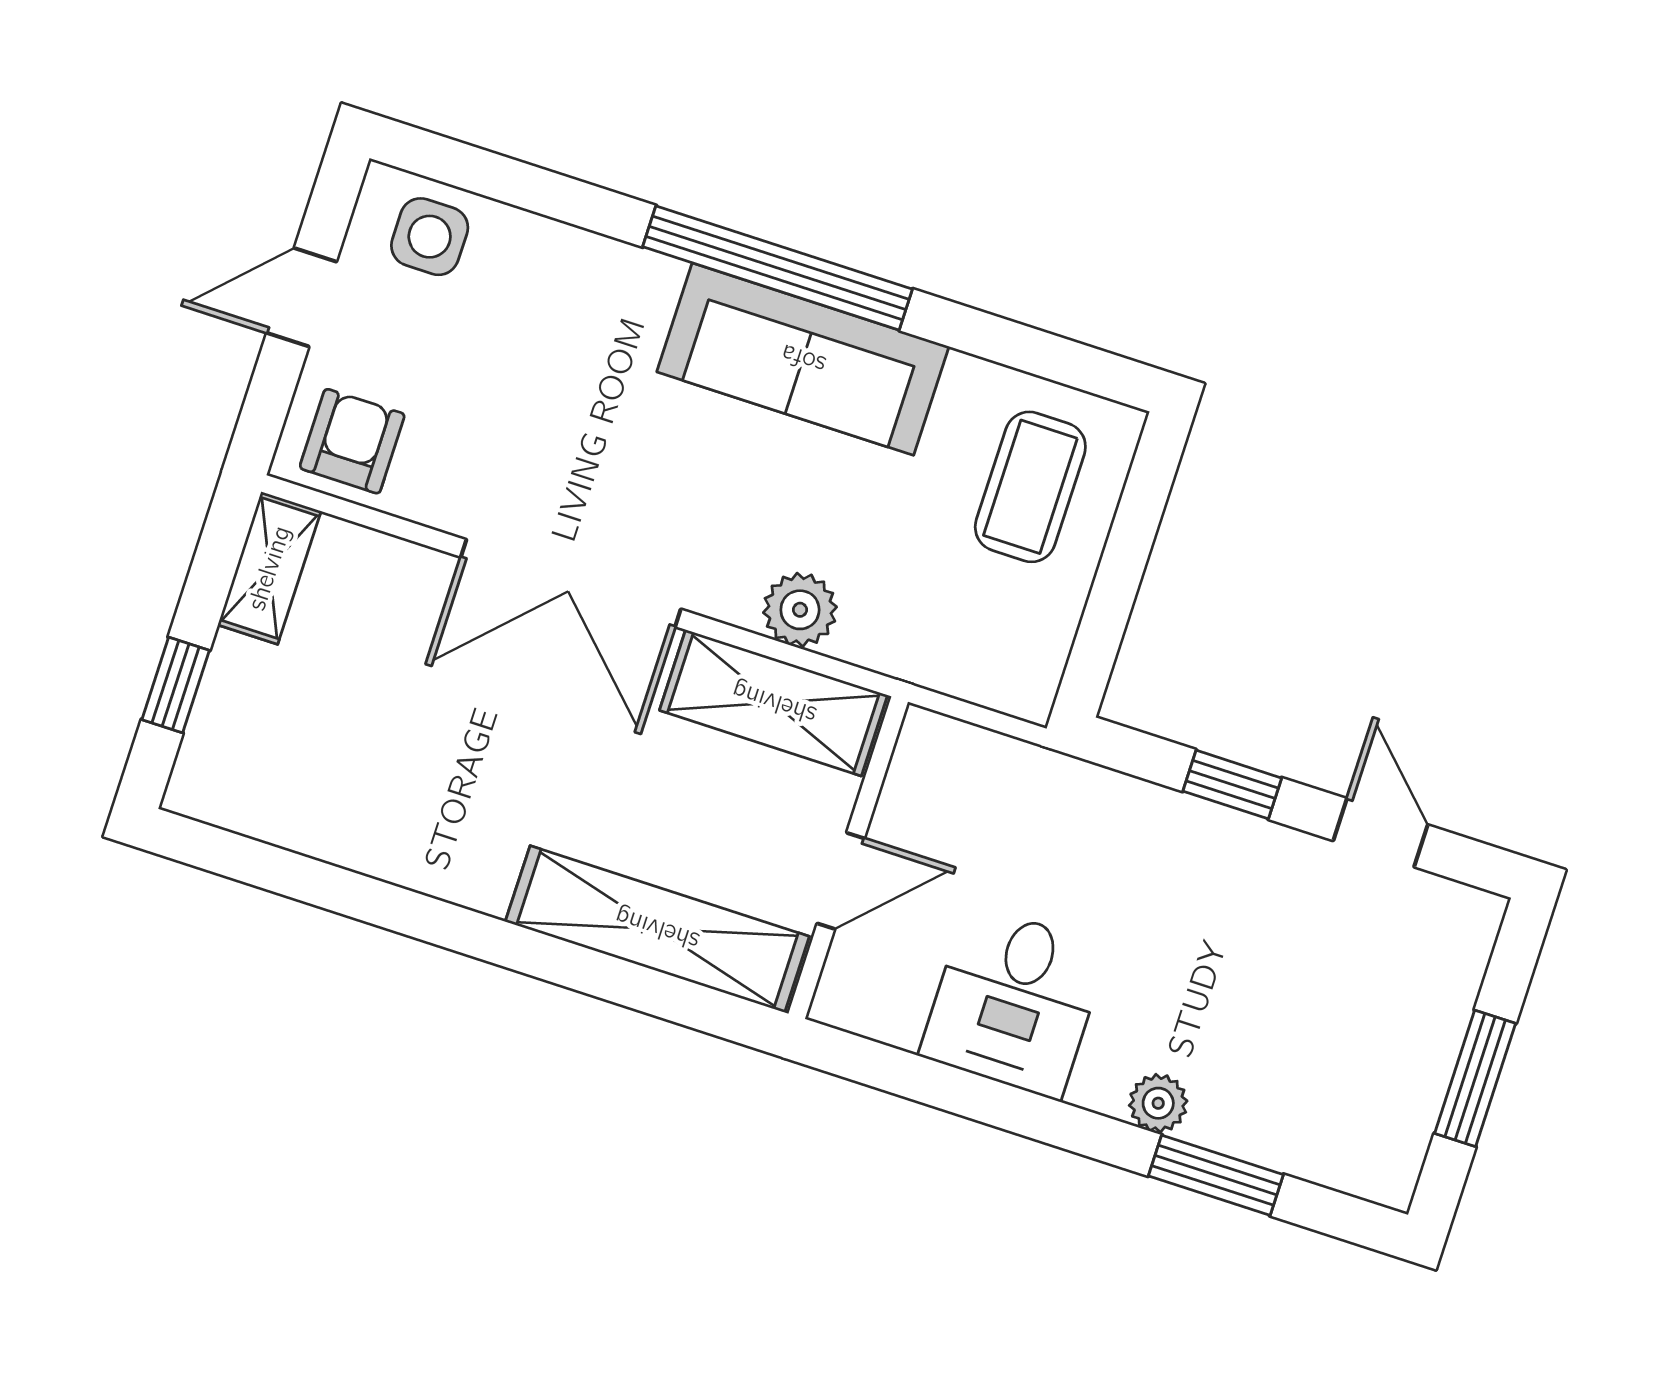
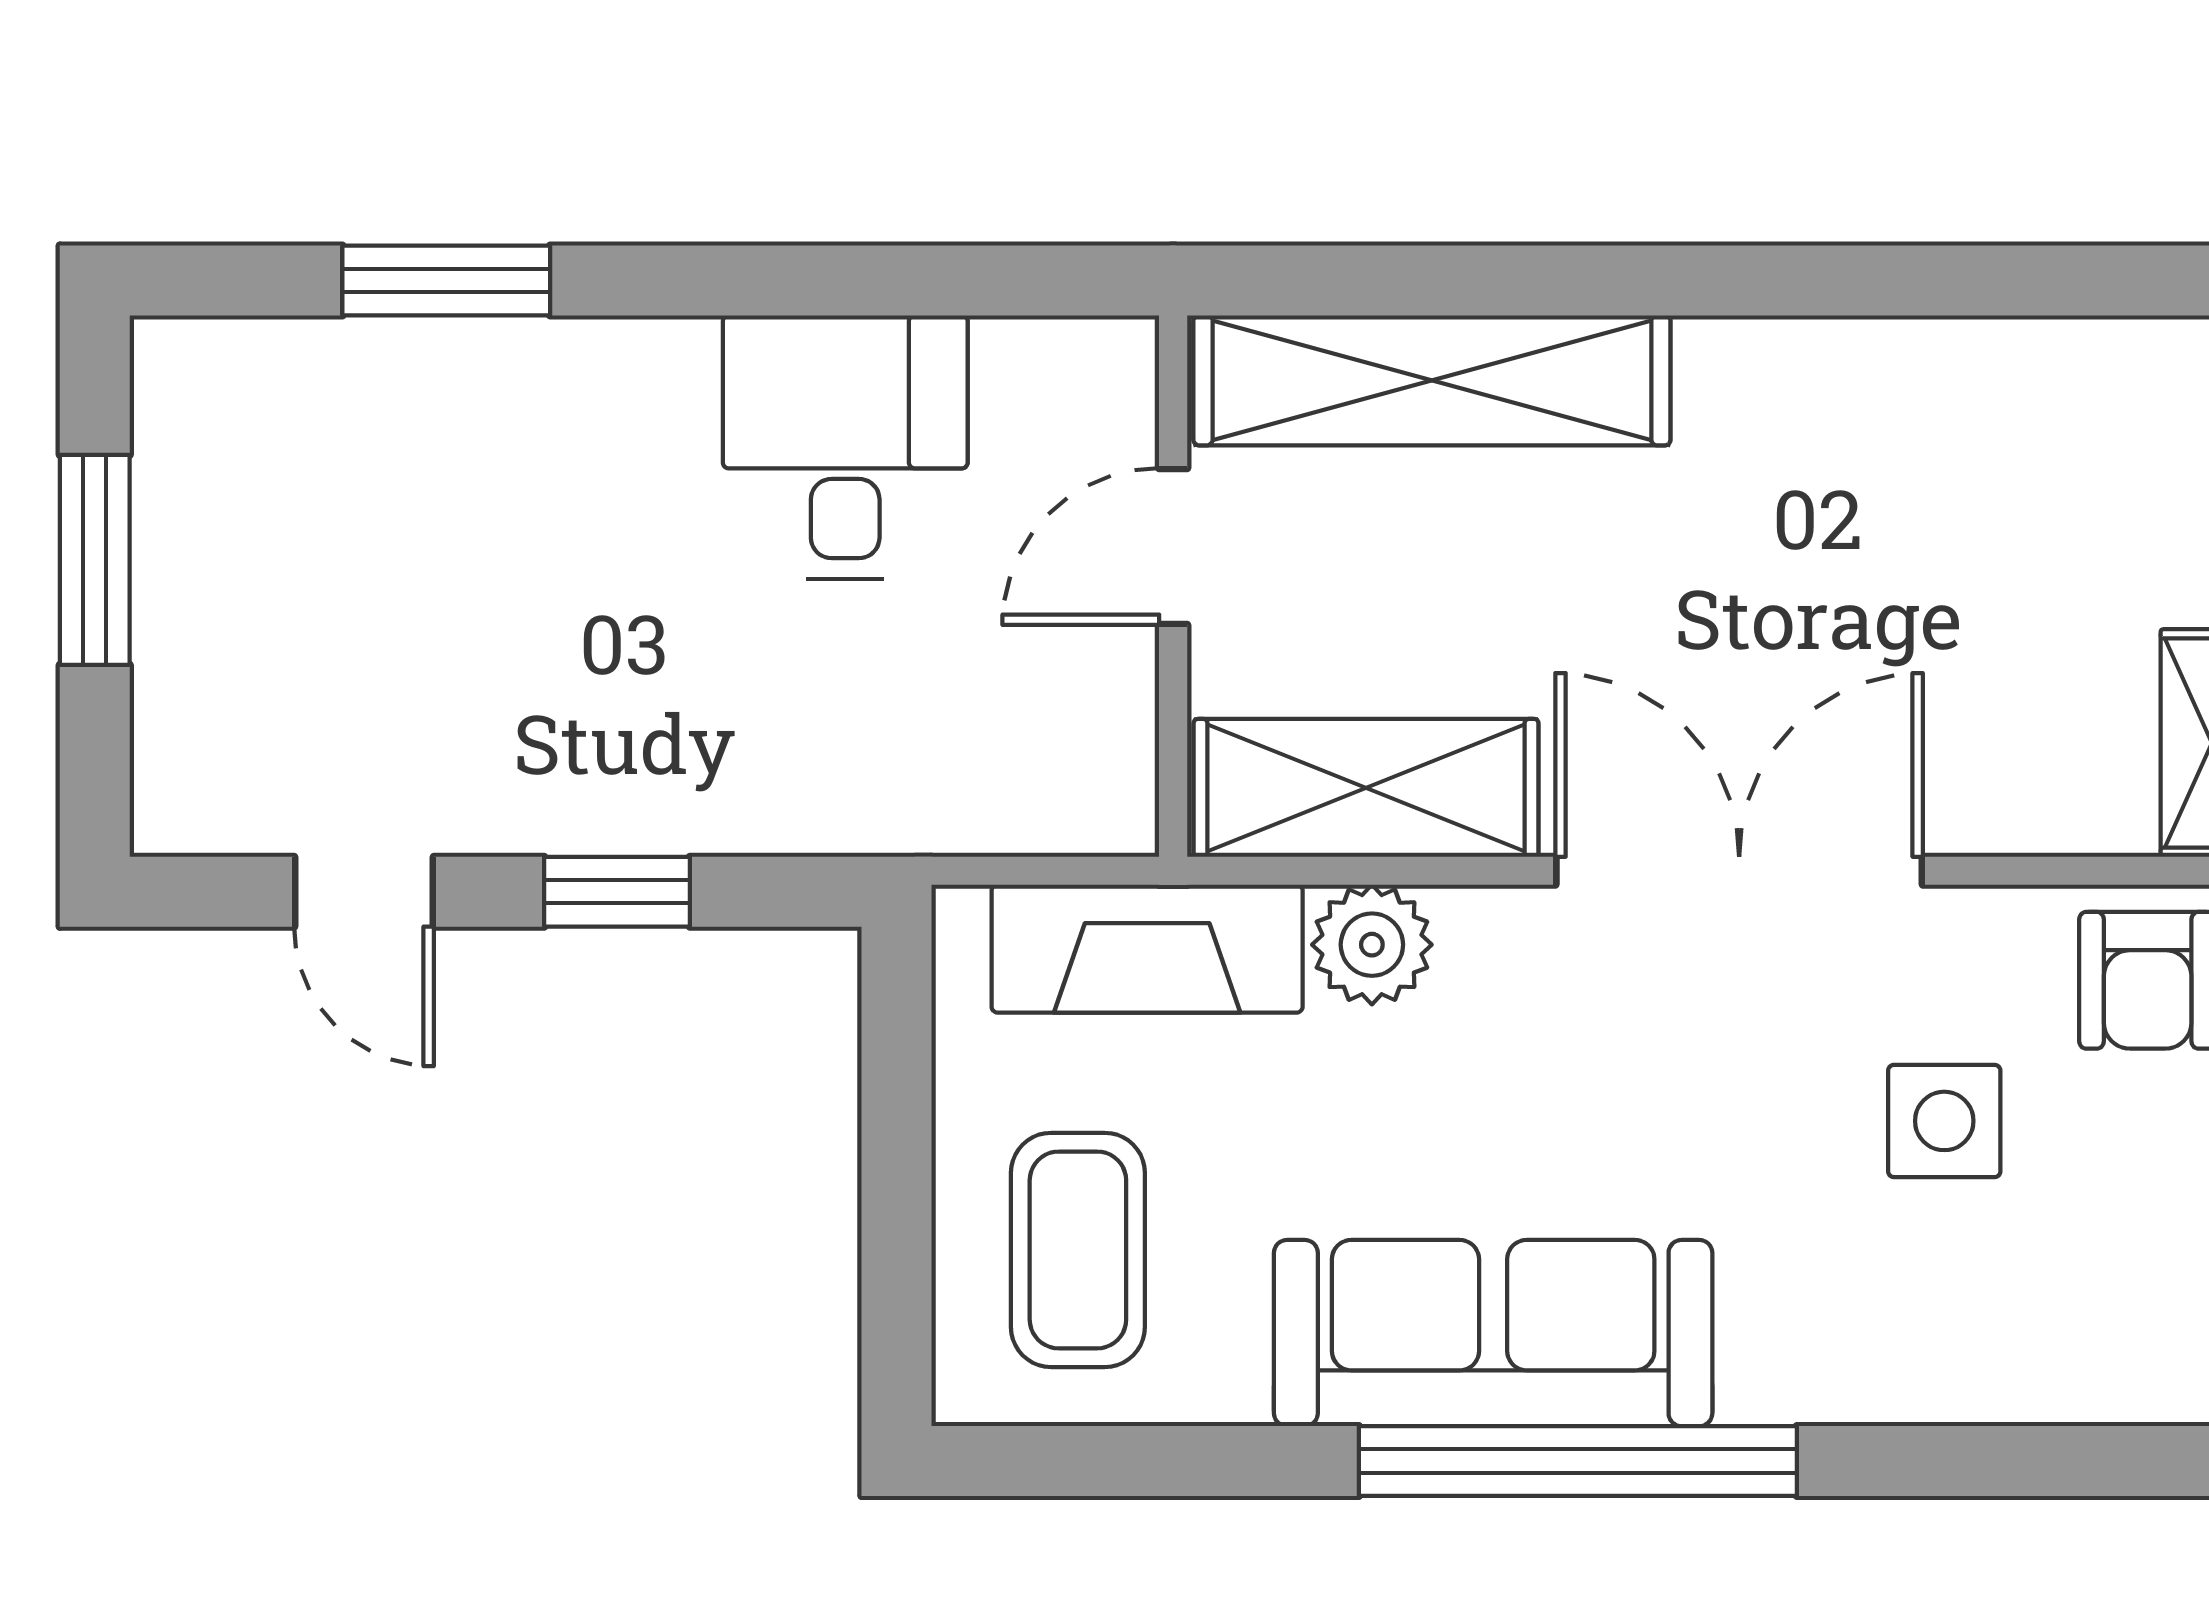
side table: (430, 237) -> (1944, 1121), moved
fireplace: (932, 650) -> (1147, 949), added
plant: (1158, 1103) -> (571, 363), removed

